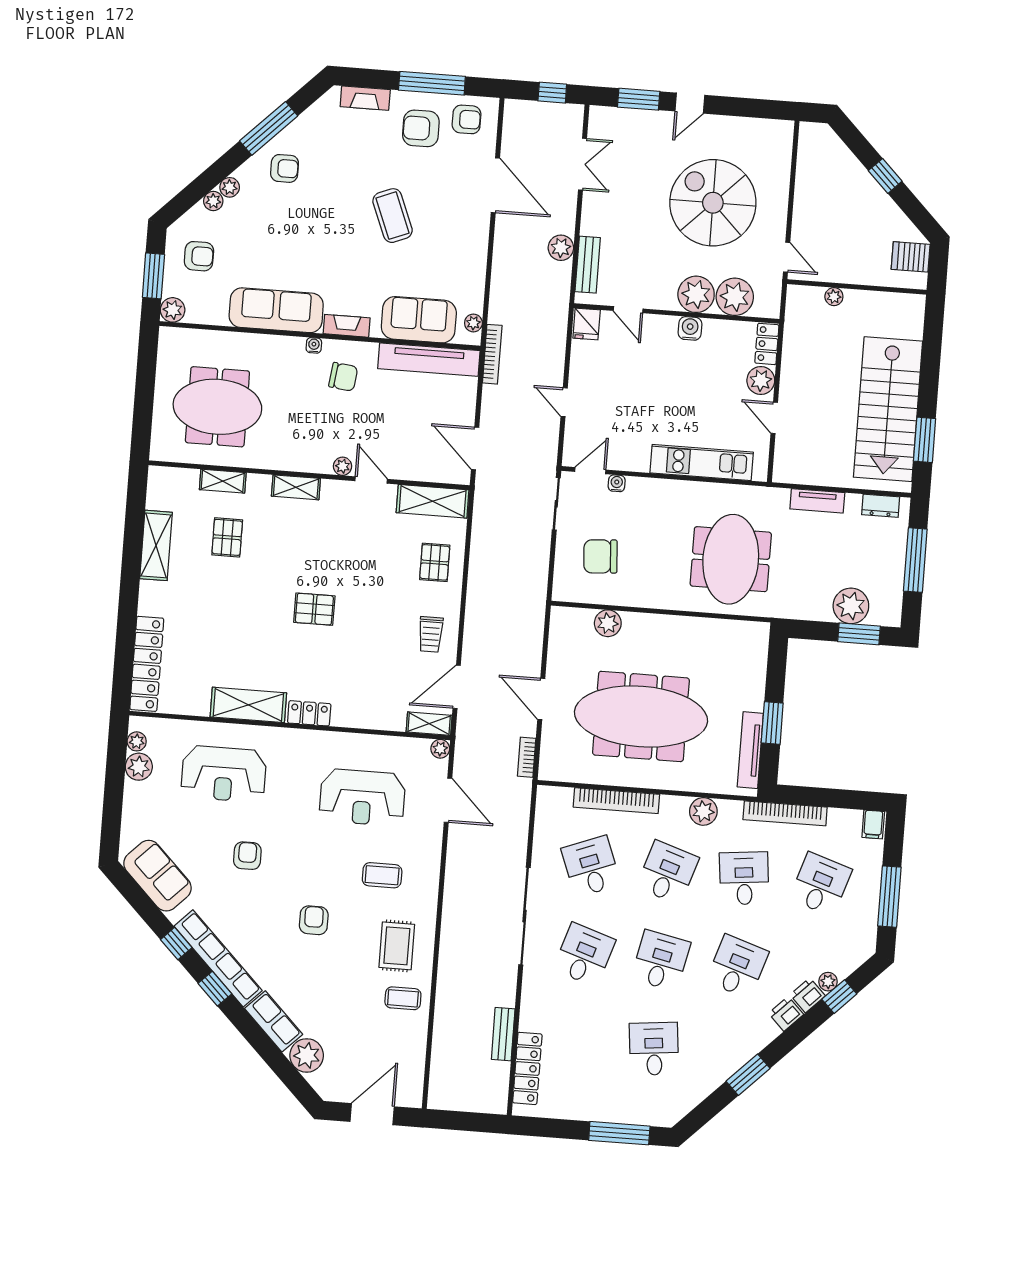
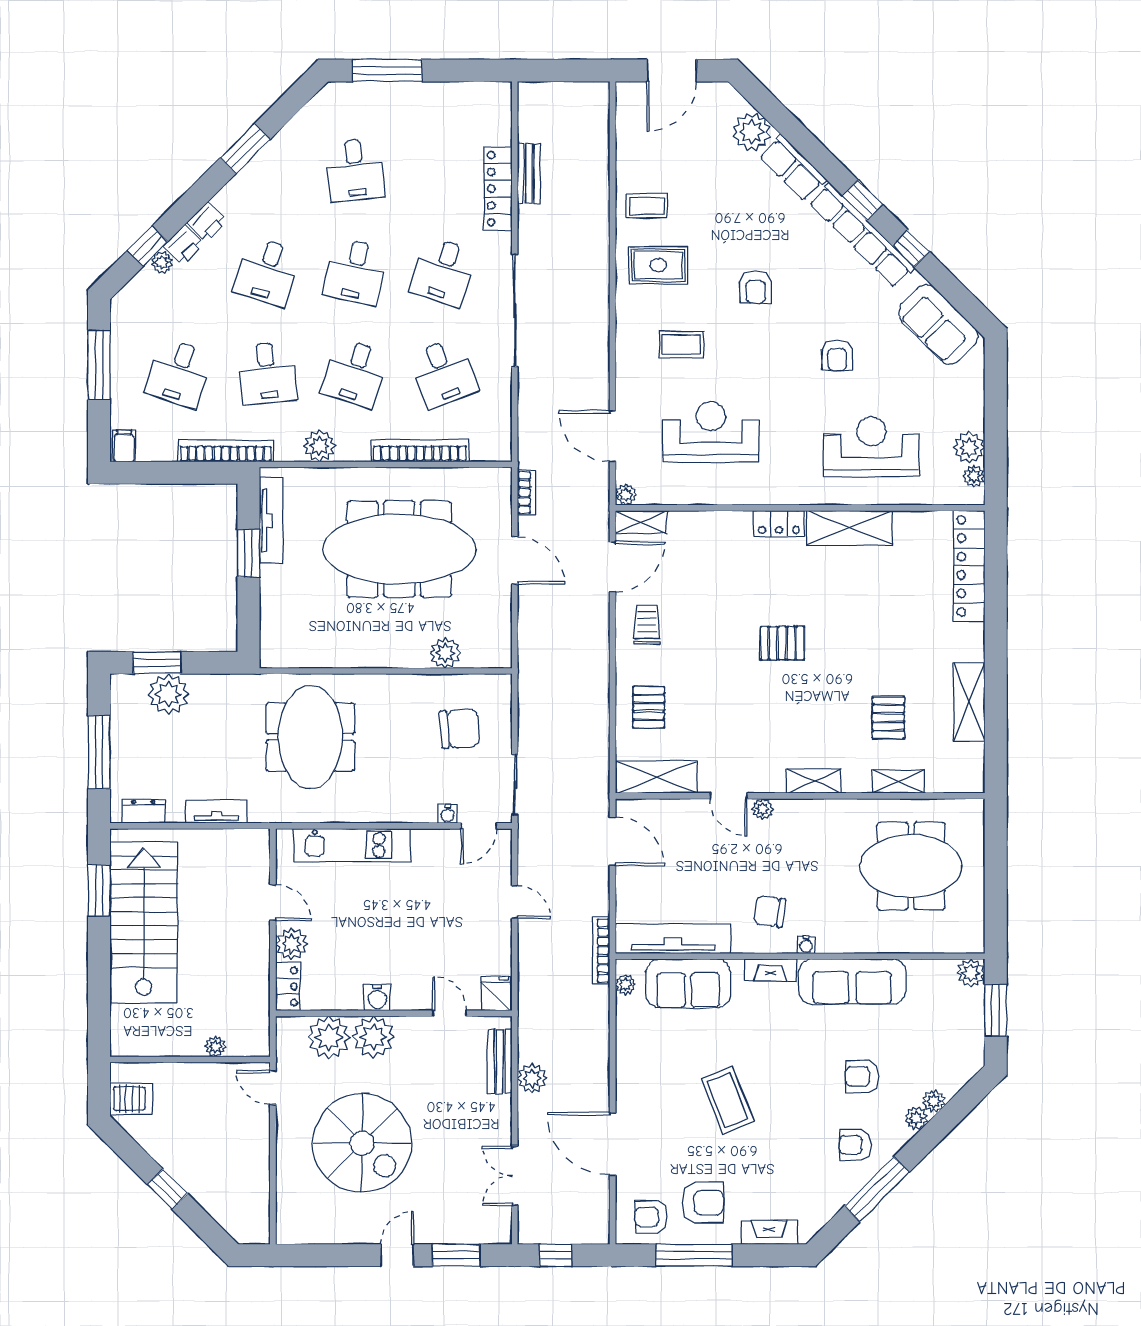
armchair: (199, 256) -> (862, 1077), moved
rug: (397, 946) -> (658, 265), turned 90
locker: (527, 1068) -> (498, 189), moved

